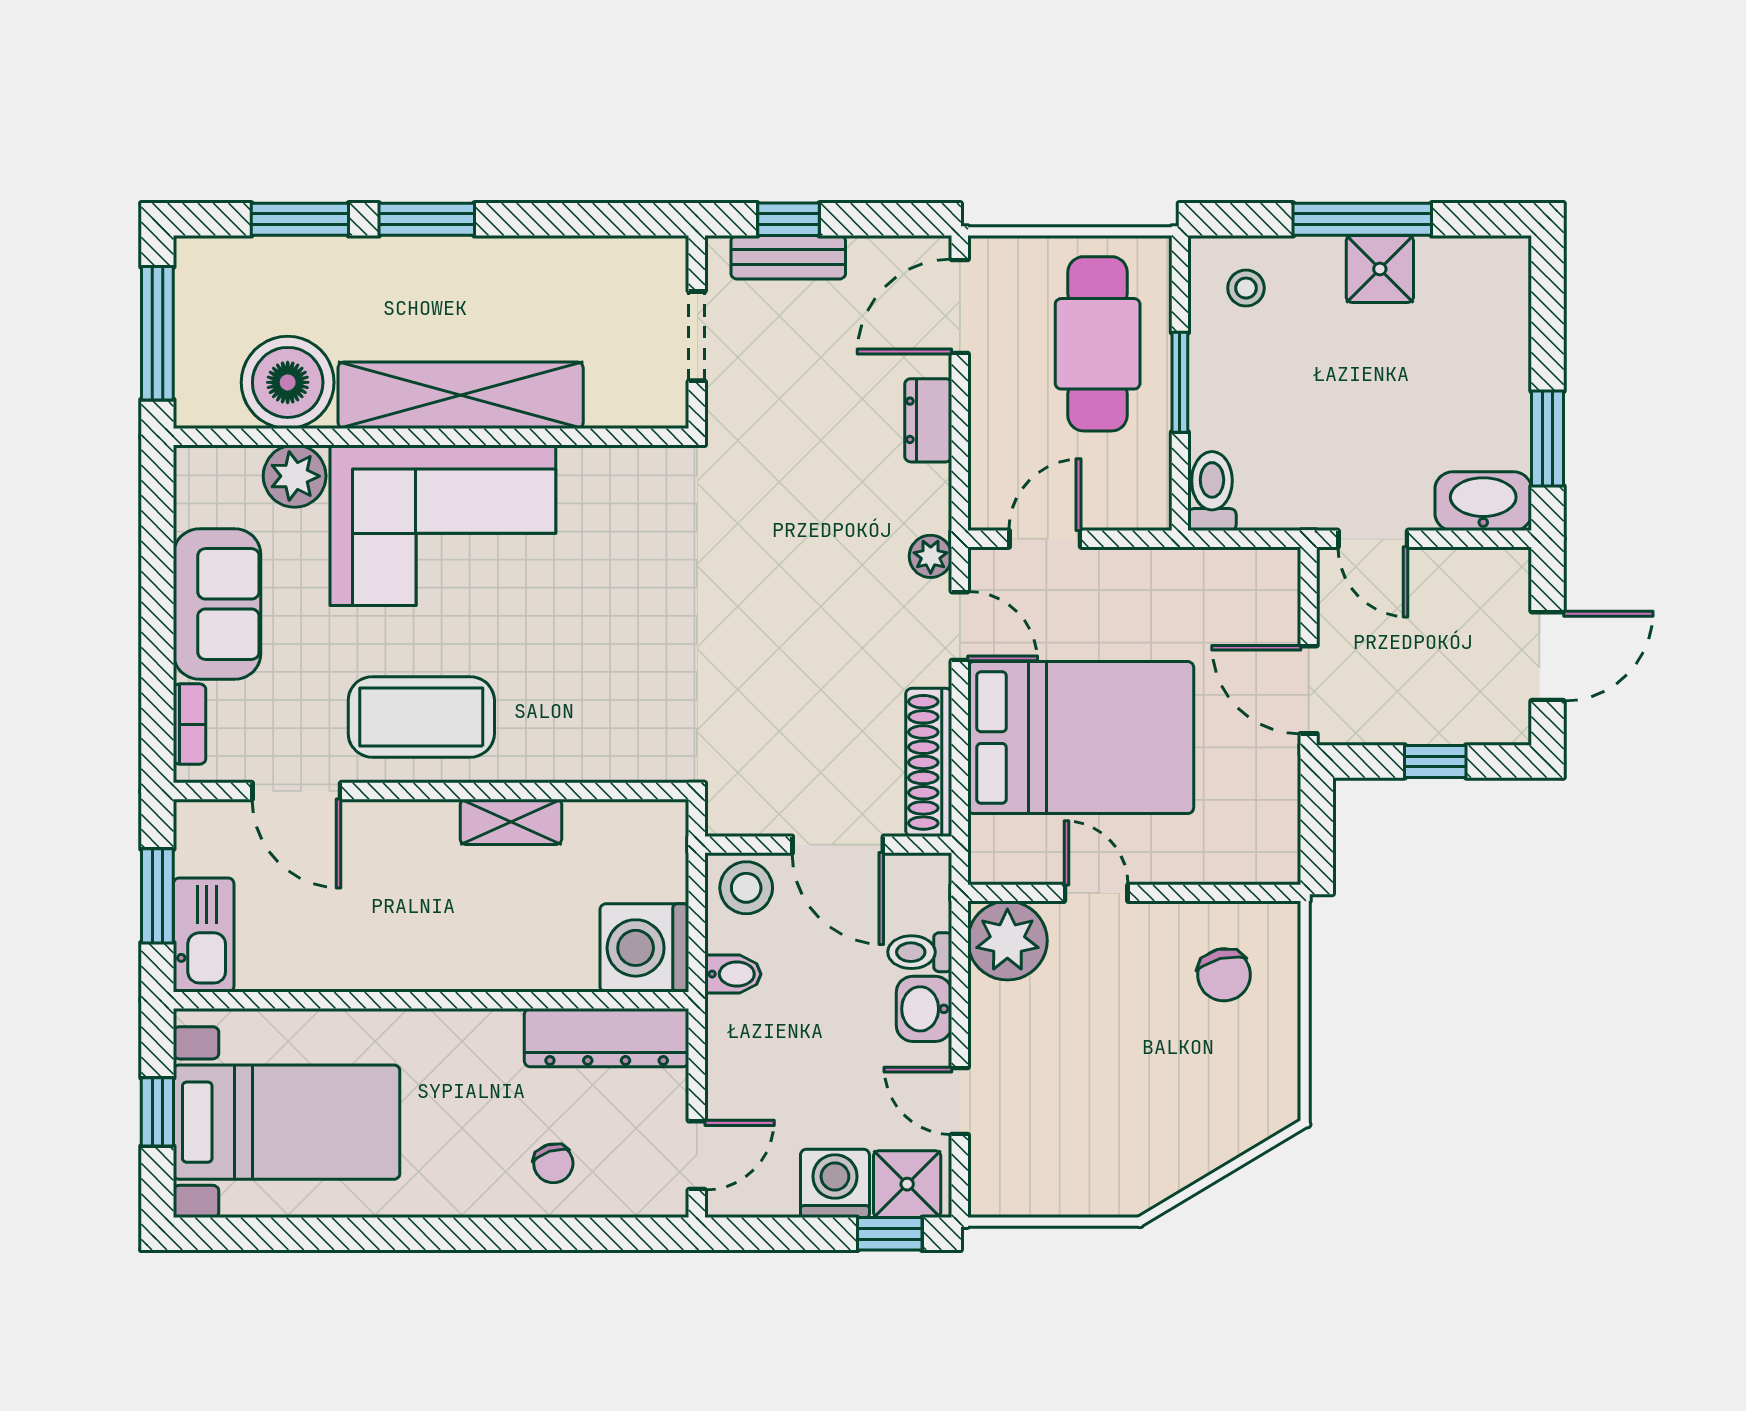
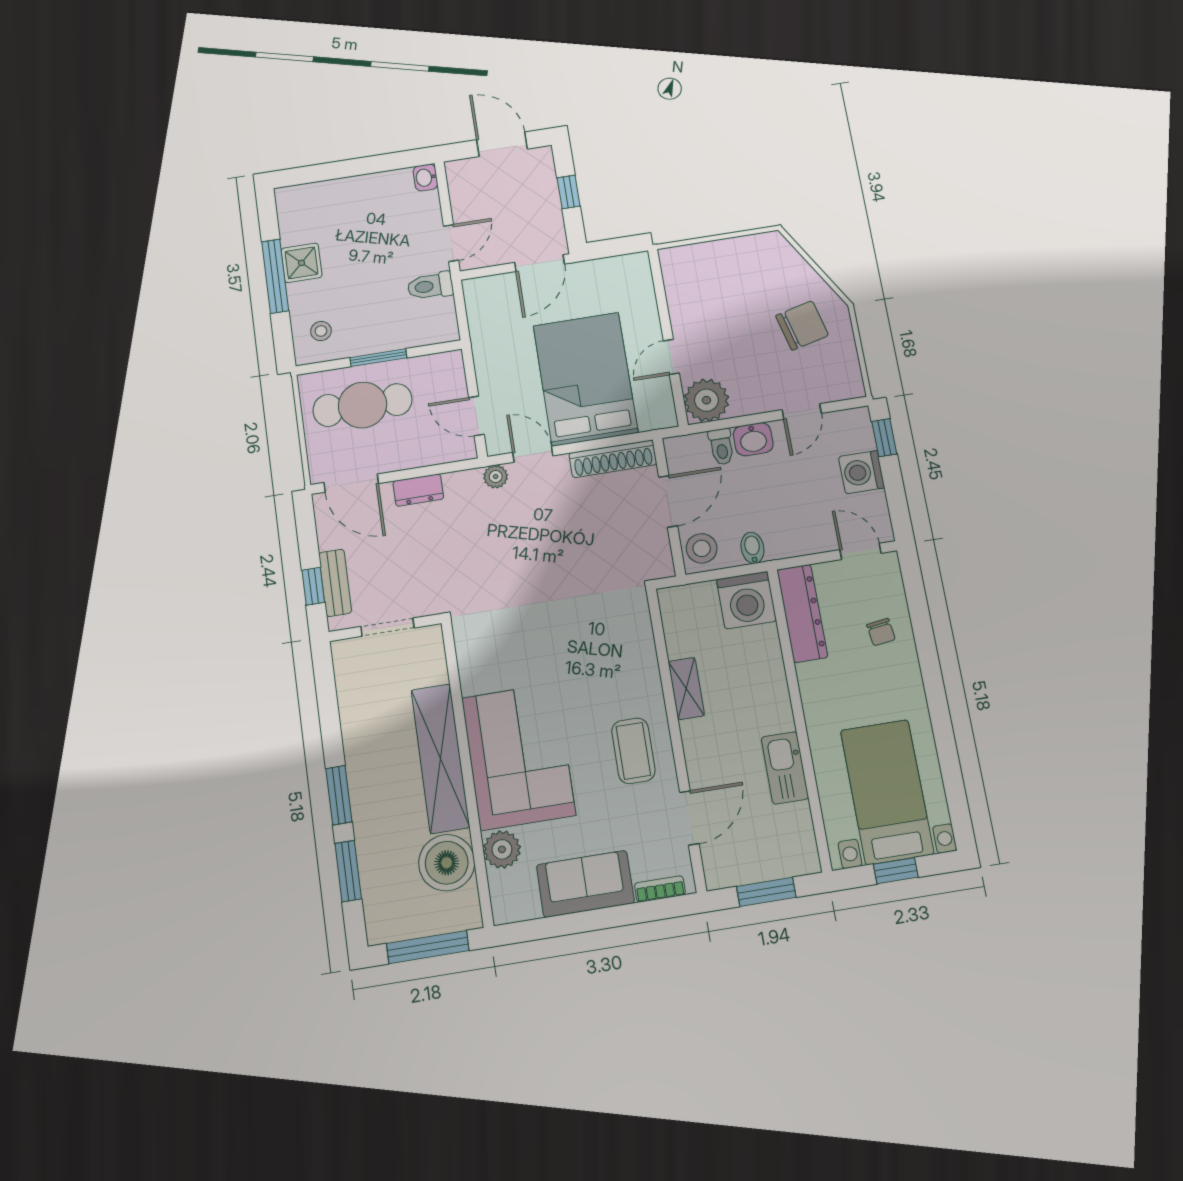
window: (1548, 439) -> (383, 163), removed
toilet: (1212, 491) -> (430, 286), moved
washbasin: (1483, 501) -> (425, 178), width x0.52, depth x0.69
door: (960, 626) -> (533, 454), hinge flipped
coffee table: (421, 717) -> (633, 751), width x0.73, depth x0.76
kitchen sink: (204, 935) -> (785, 768), moved, turned -90
chair: (1224, 975) -> (802, 326), moved, width x1.37, depth x1.37
chair: (553, 1163) -> (881, 632), turned 100
shower: (907, 1184) -> (854, 433), removed

